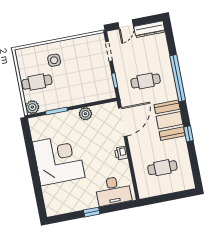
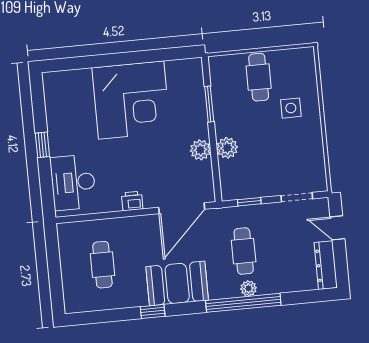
plant: (168, 76) -> (248, 288), added
plant: (32, 107) -> (227, 148), moved
door: (123, 122) -> (182, 208), hinge flipped

